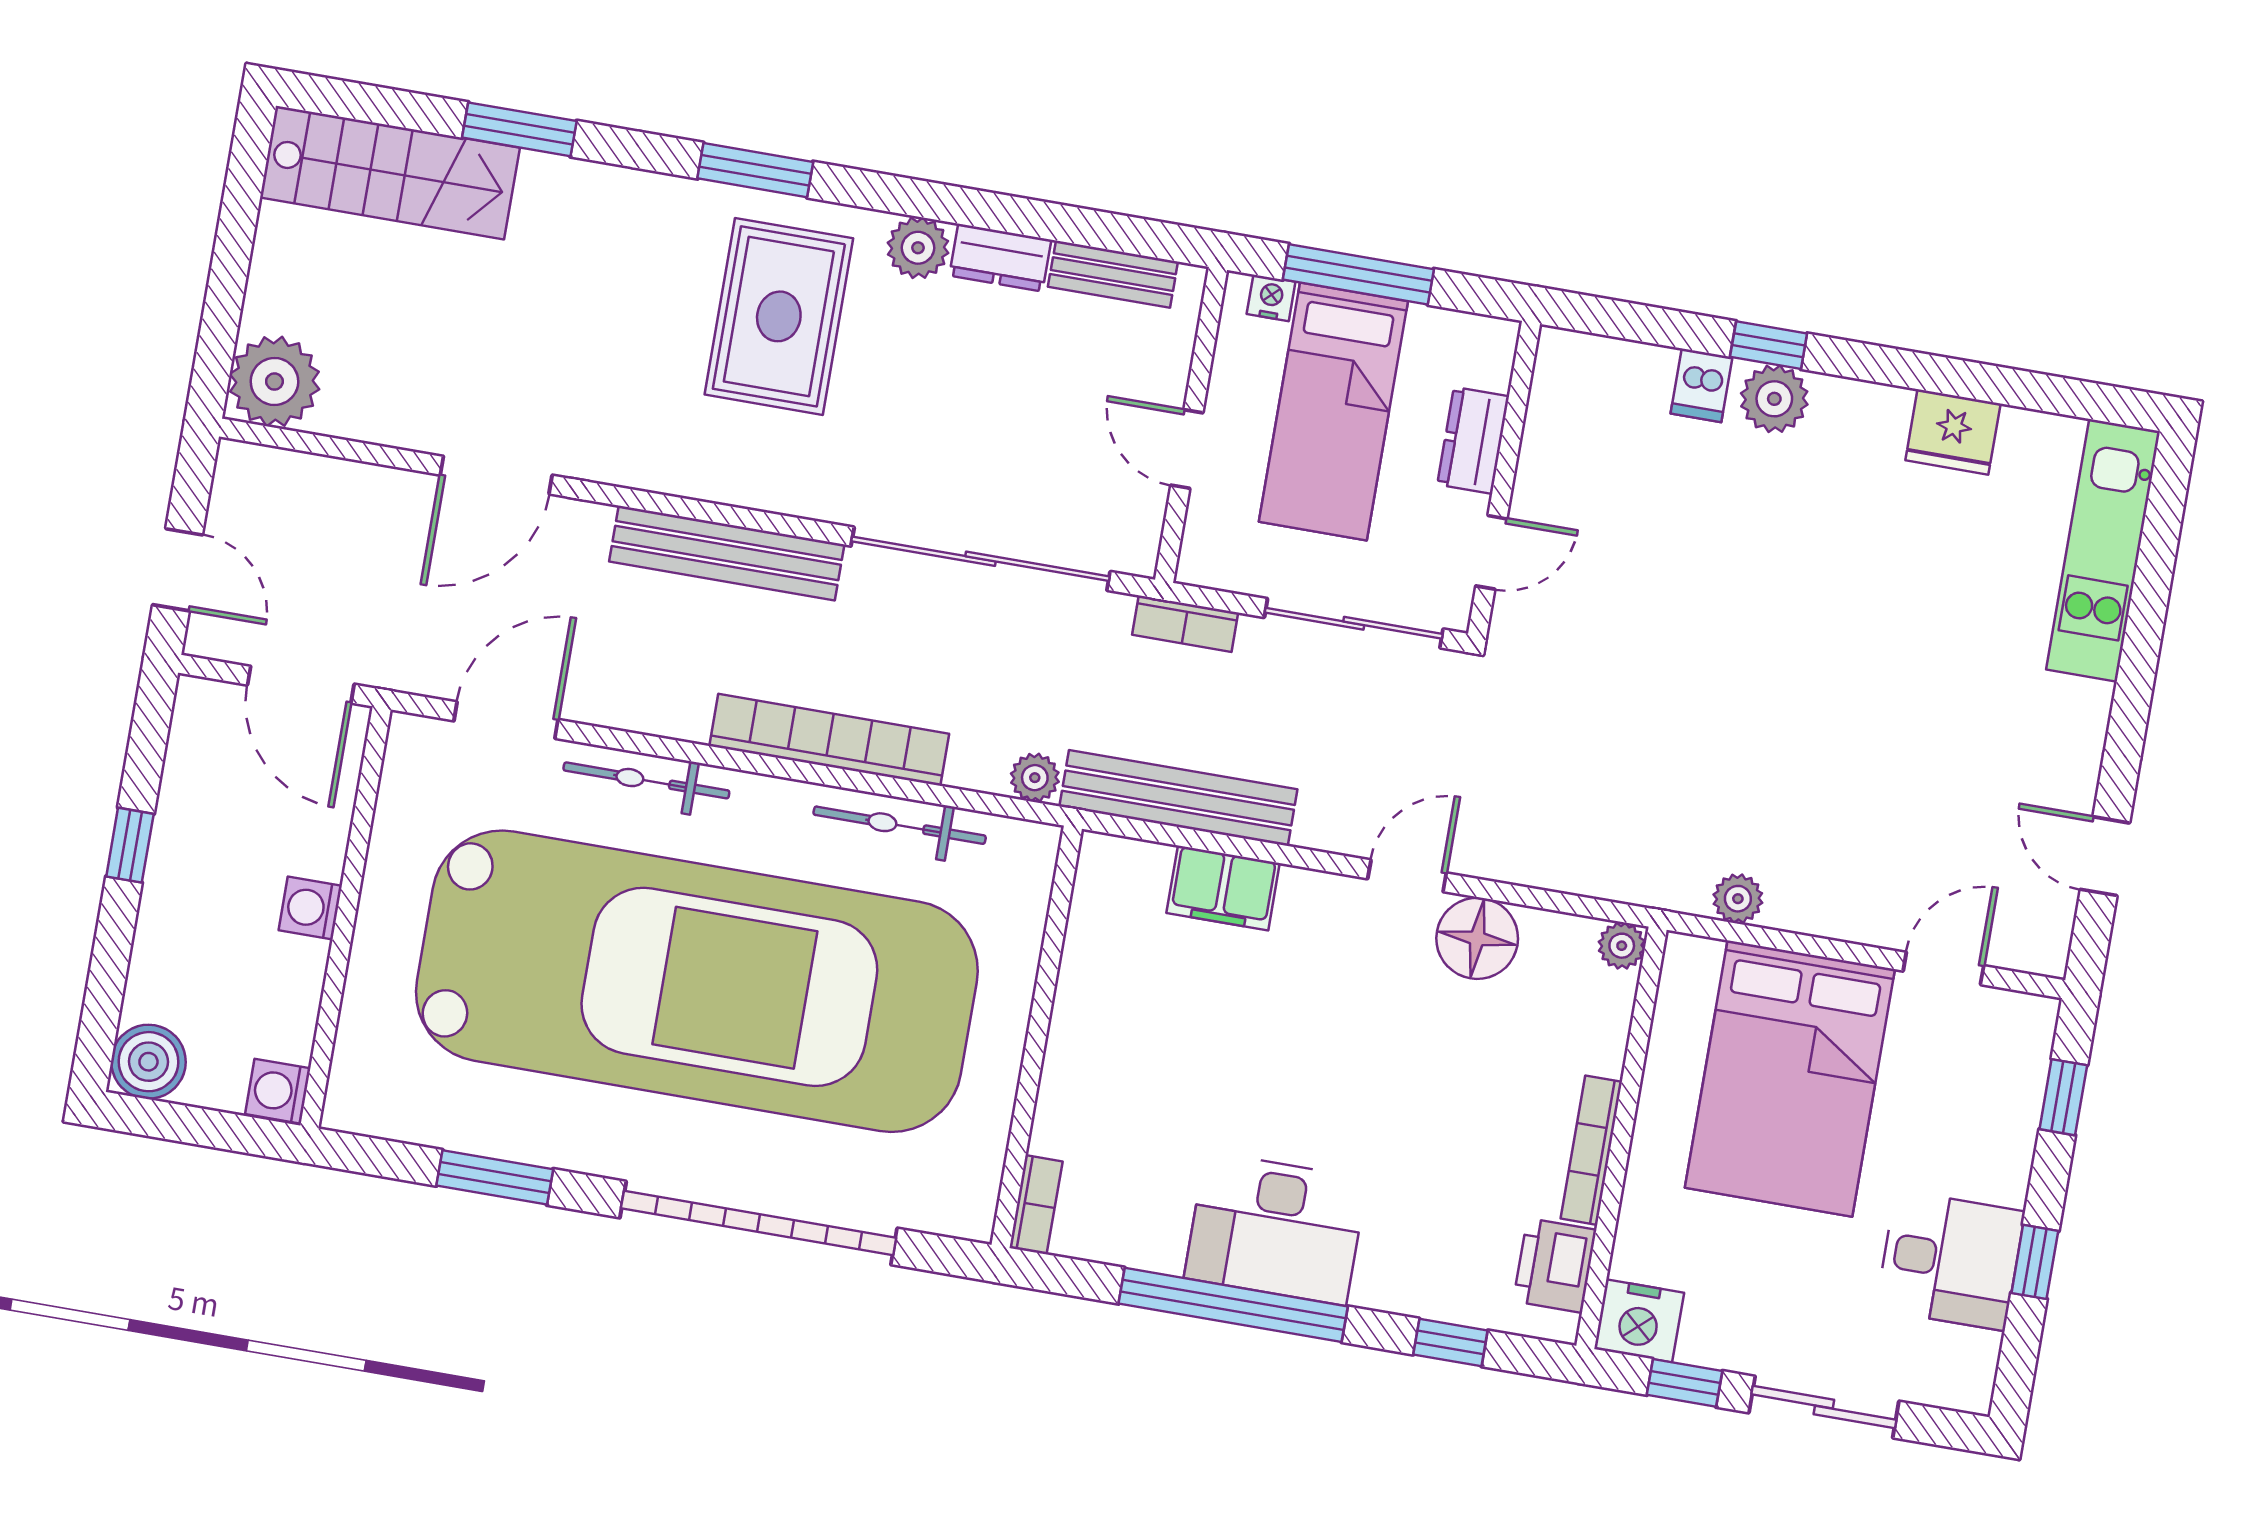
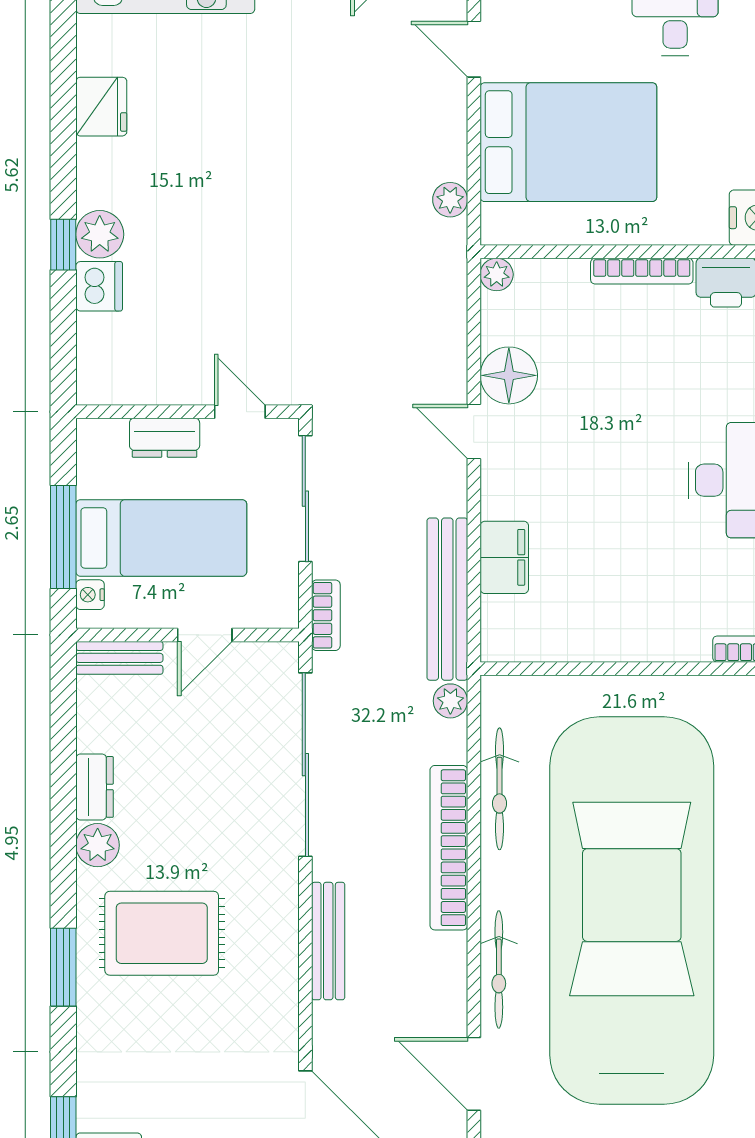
bench: (1113, 274) -> (119, 658), moved, turned 90
dishwasher: (1701, 385) -> (99, 286), width x1.38
bench: (727, 553) -> (328, 941), width x0.73, depth x0.82

